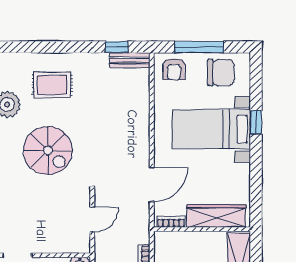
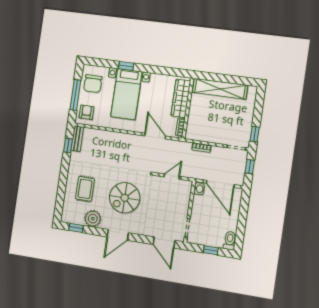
armchair: (174, 69) -> (86, 112), turned -90
chair: (221, 73) -> (93, 84), turned 180
spiral stairs: (48, 150) -> (125, 198), turned 180
door: (92, 220) -> (172, 177), hinge flipped

